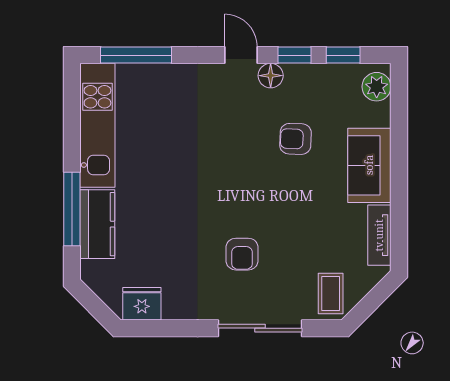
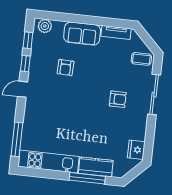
floor lamp: (271, 76) -> (34, 76), removed

